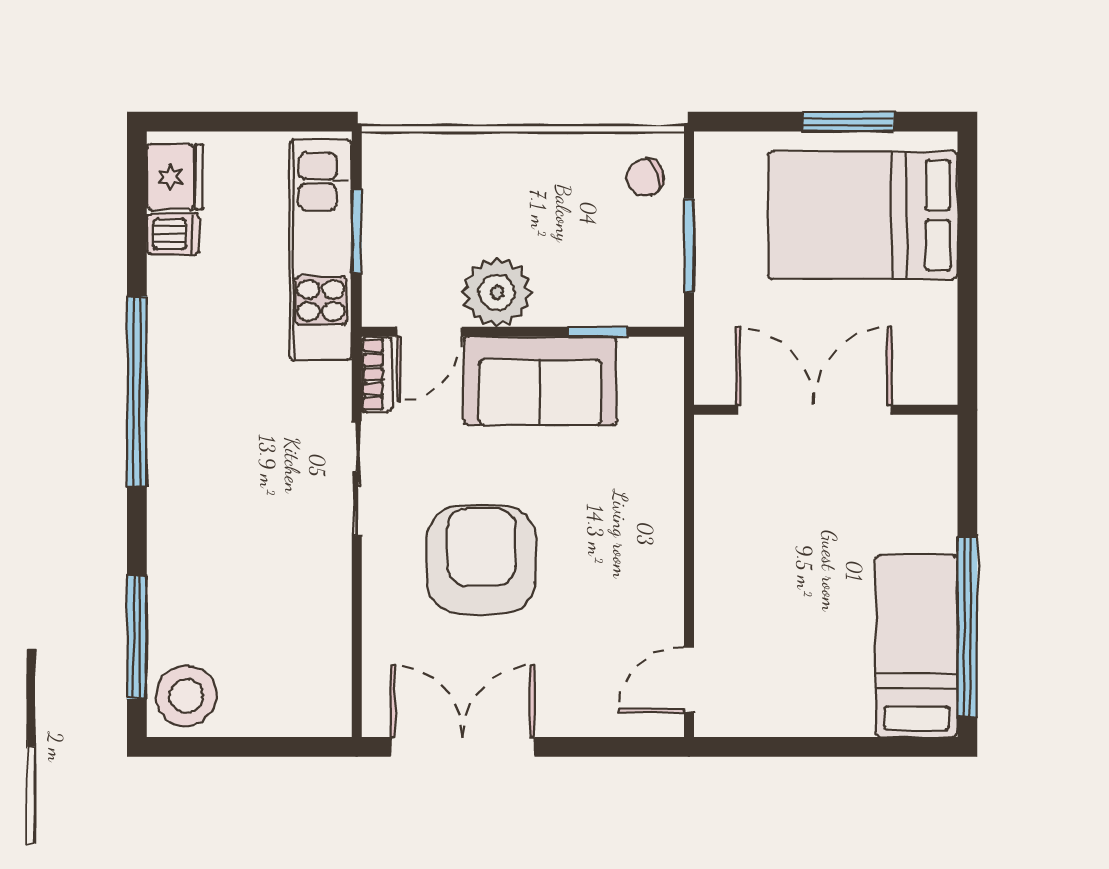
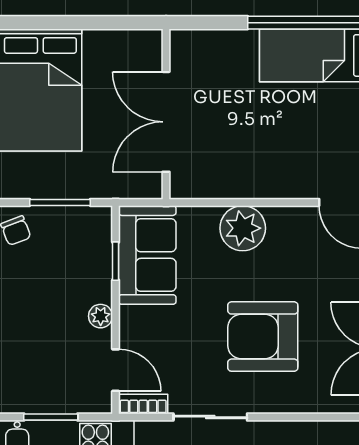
plant: (497, 292) -> (101, 316), width x0.53, depth x0.53
sofa: (540, 381) -> (147, 255), moved
plant: (649, 529) -> (243, 228), added

